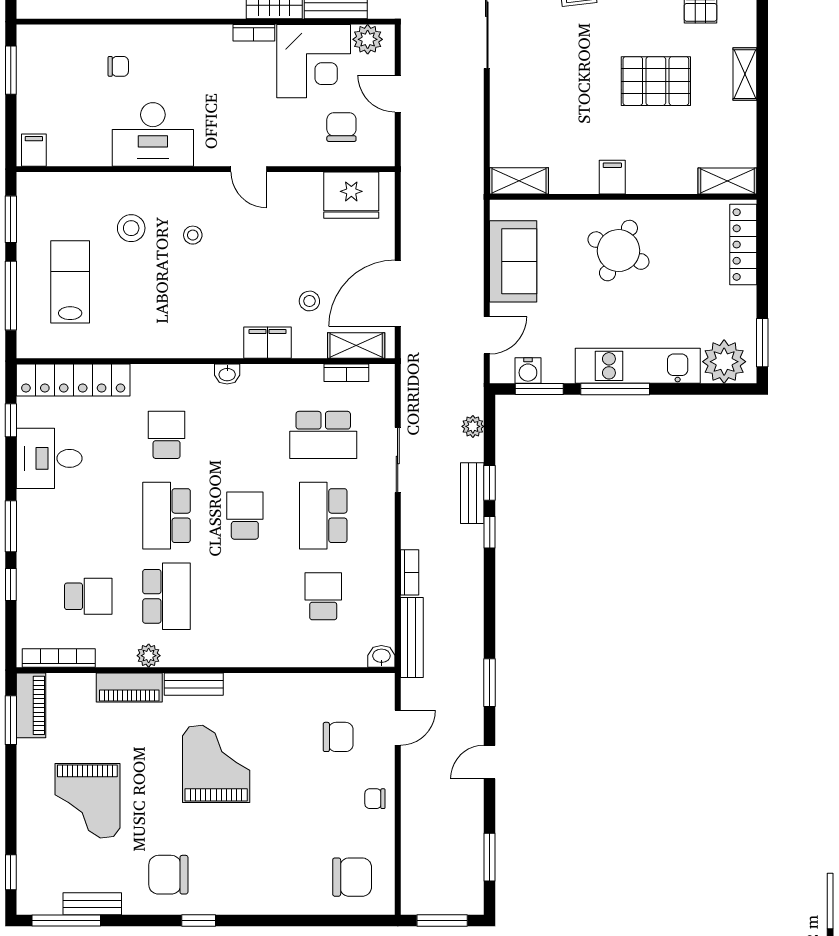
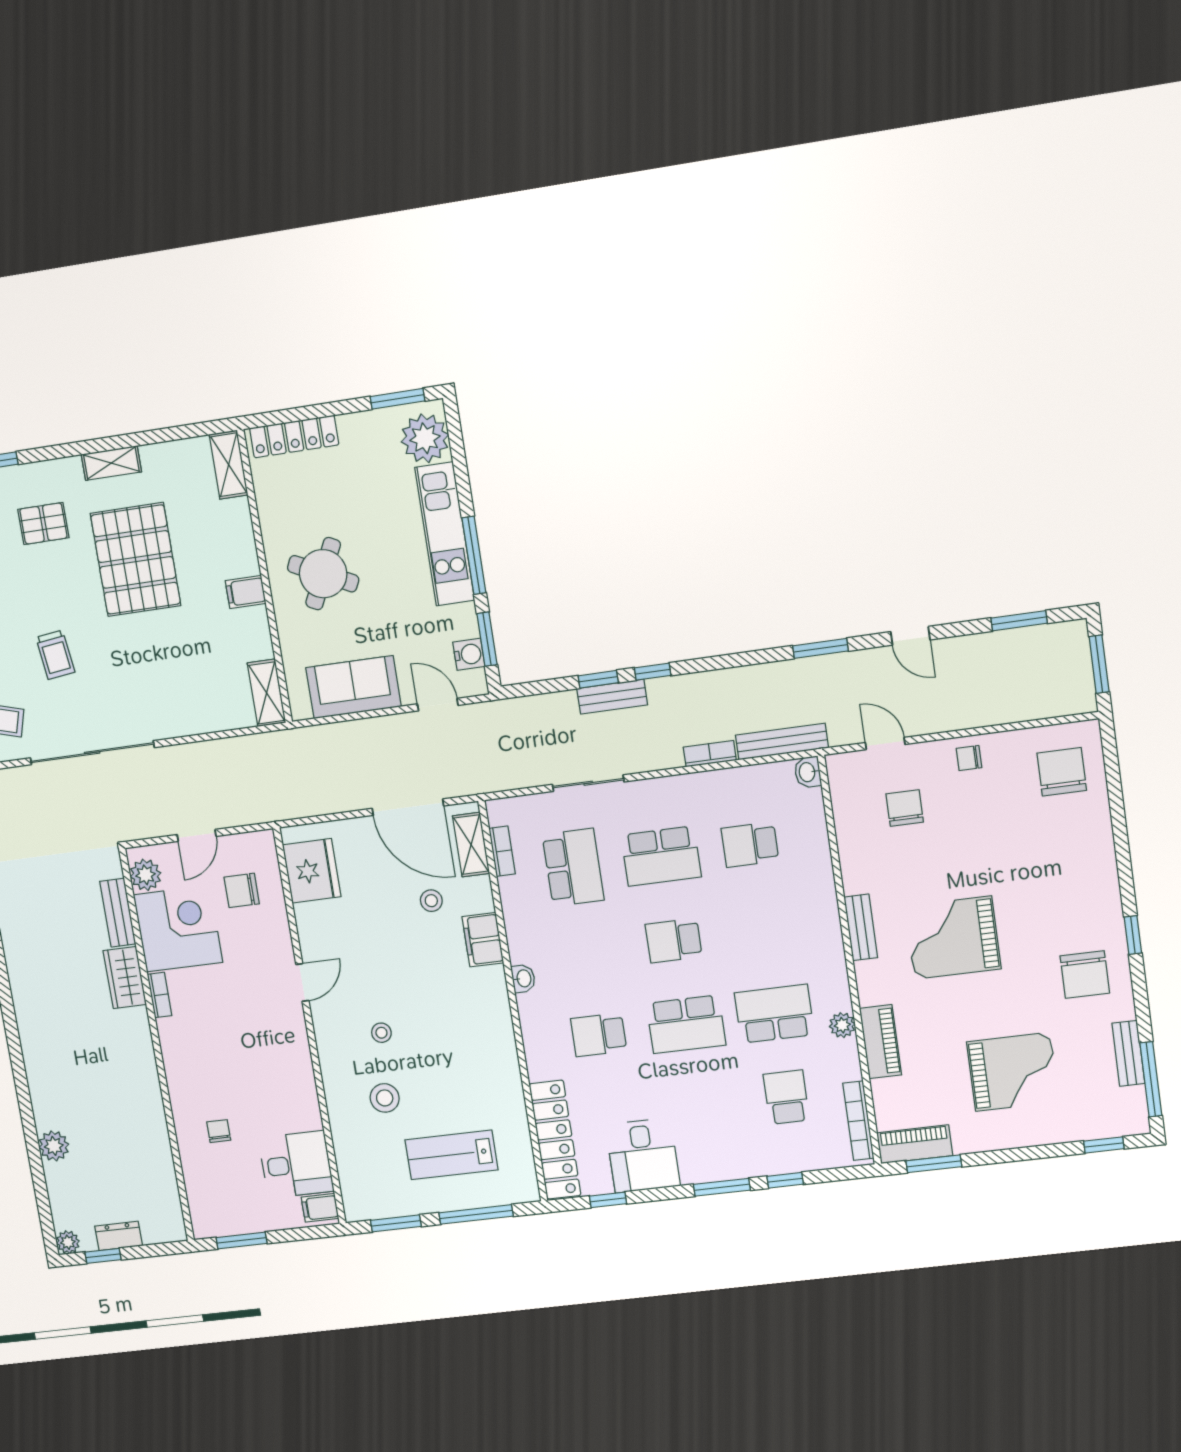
pallet: (656, 81) -> (136, 560), width x1.37, depth x1.41
desk: (153, 134) -> (296, 1164), moved, width x0.73
plant: (473, 426) -> (539, 706), removed
bench: (194, 684) -> (861, 927), moved
chair: (375, 799) -> (969, 758), turned 90

